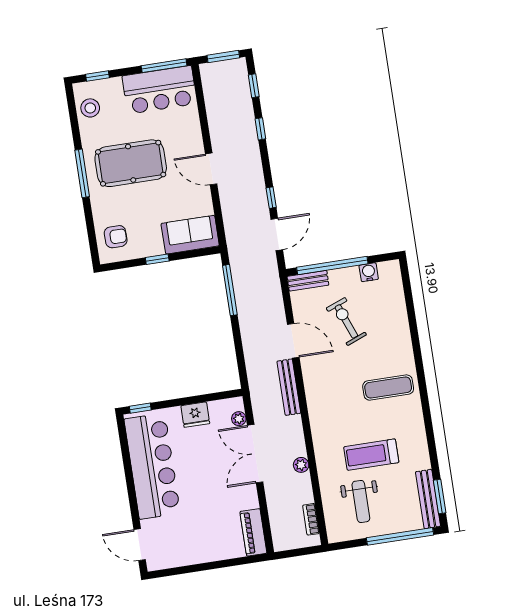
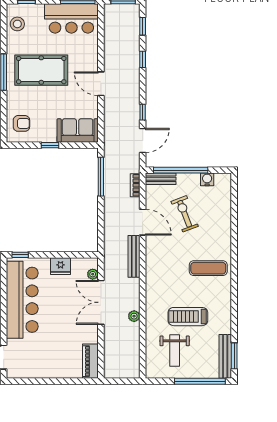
bookcase: (311, 519) -> (135, 185), moved

